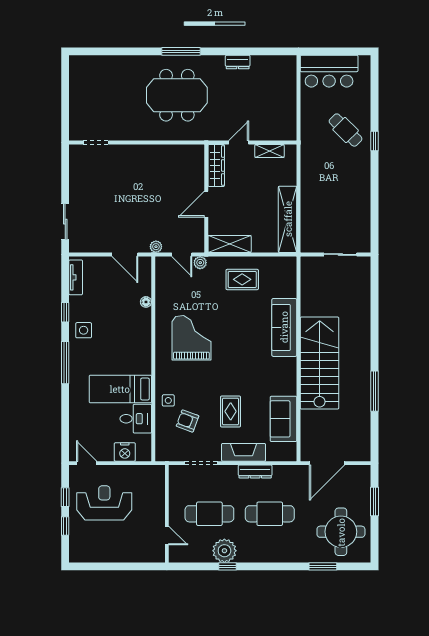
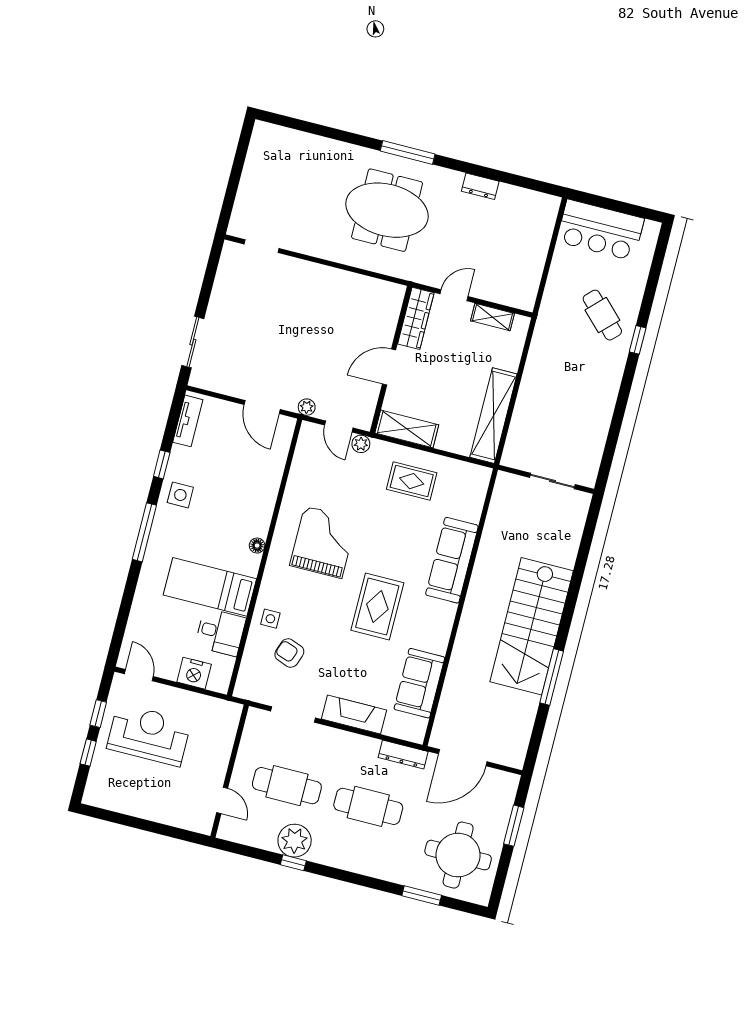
floor lamp: (146, 302) -> (257, 546), moved
stairs: (320, 363) -> (532, 626), moved, turned 180
rug: (231, 411) -> (377, 607), moved, width x1.36, depth x1.43
dresser: (255, 472) -> (403, 755), moved

